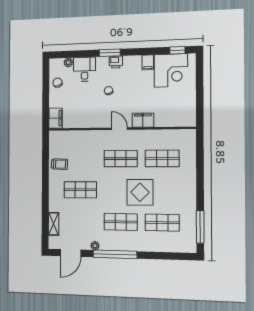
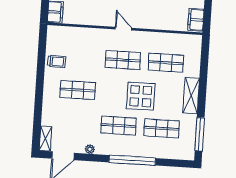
filing cabinet: (143, 120) -> (196, 20), moved, turned -90
shelving: (189, 189) -> (191, 96), added
shelving: (54, 224) -> (45, 139), moved
window: (115, 254) -> (132, 160), moved

